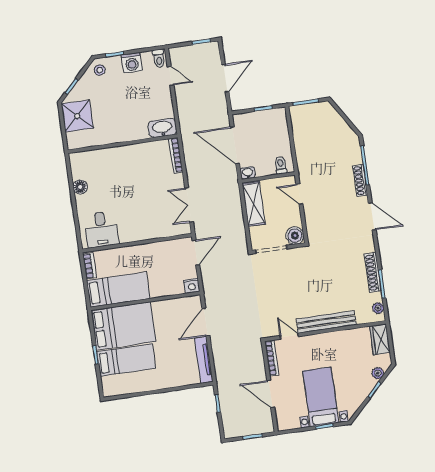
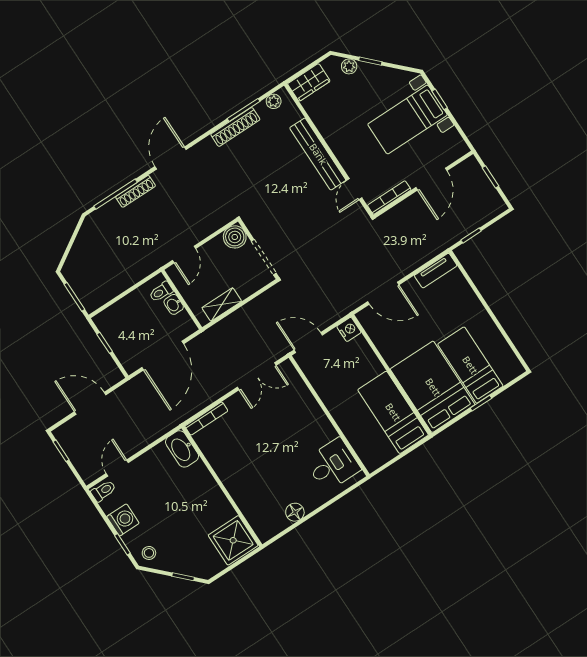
shower: (77, 116) -> (233, 540), moved
washbasin: (248, 173) -> (174, 304), moved
shelving: (254, 204) -> (222, 304), width x0.67, depth x0.75
bookcase: (90, 266) -> (381, 459), removed
tv unit: (204, 360) -> (436, 271), width x0.71

